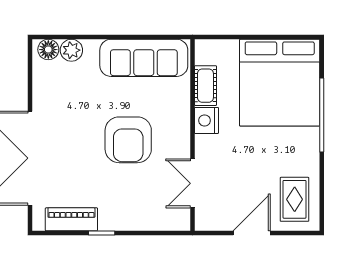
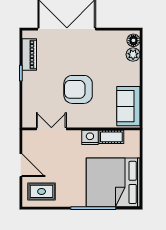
sofa: (144, 58) -> (128, 106), width x0.73

